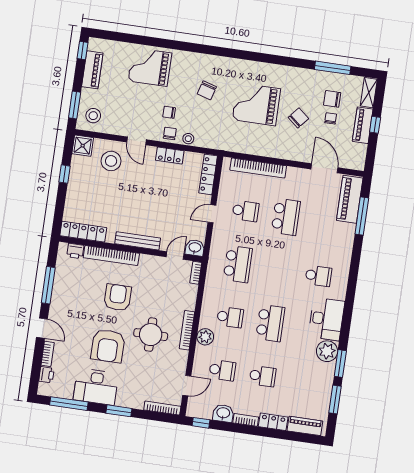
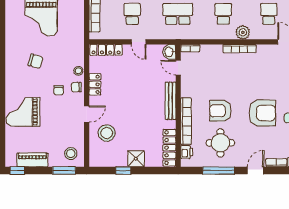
grand piano: (150, 67) -> (23, 112), turned 90
shower: (83, 146) -> (136, 159), moved
round table: (151, 335) -> (220, 143), moved

